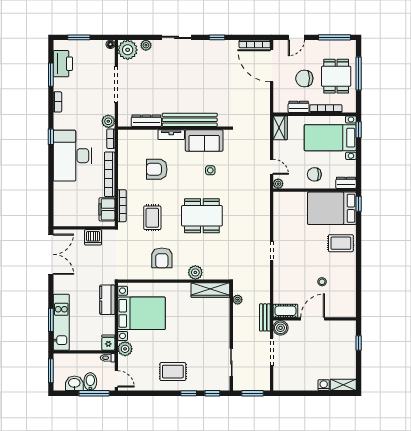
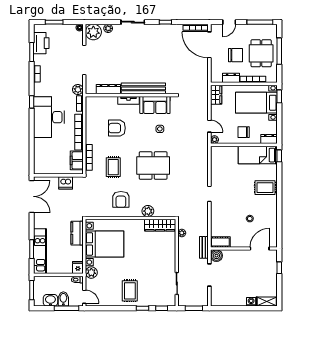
chair: (304, 78) -> (236, 55), turned 180
bed: (332, 208) -> (258, 155), width x0.67
door: (313, 319) -> (260, 249), moved
rug: (173, 372) -> (130, 291), turned 90

